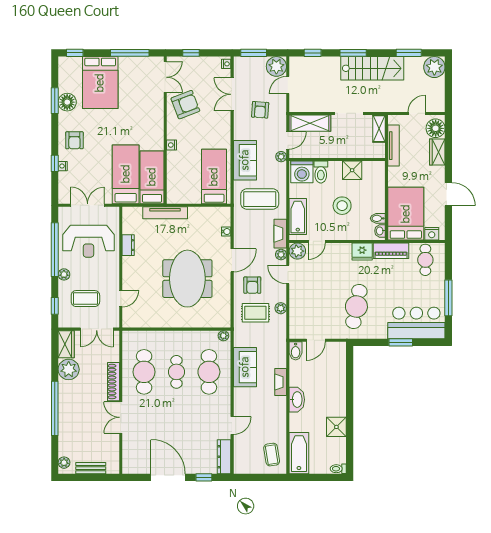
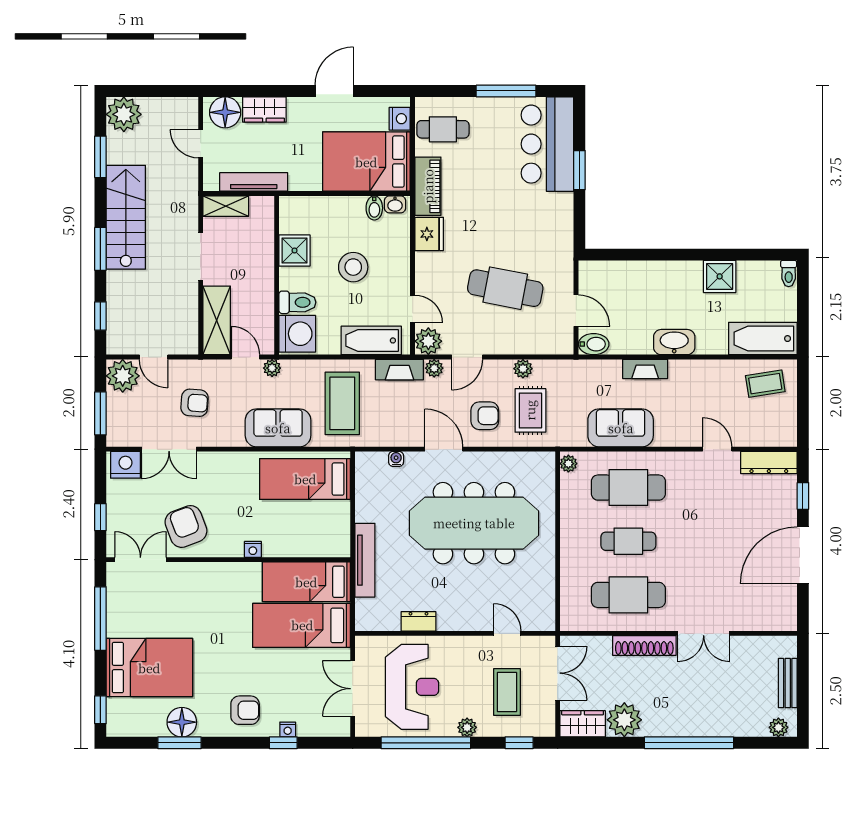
nightstand: (226, 64) -> (126, 465), width x1.89, depth x1.79
meeting table: (187, 279) -> (474, 523), width x1.36
cafe table: (356, 306) -> (505, 288), moved

